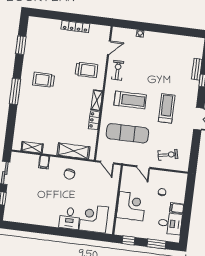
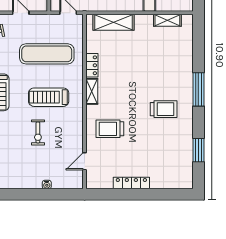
exercise bike: (118, 70) -> (38, 132), moved

